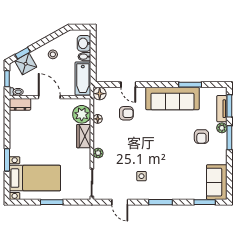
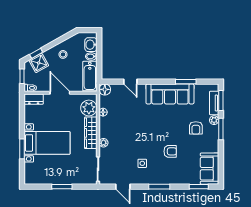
armchair: (126, 113) -> (170, 151), moved
wardrobe: (84, 136) -> (91, 133), width x1.50
bed with nightstands: (35, 178) -> (47, 143), moved

